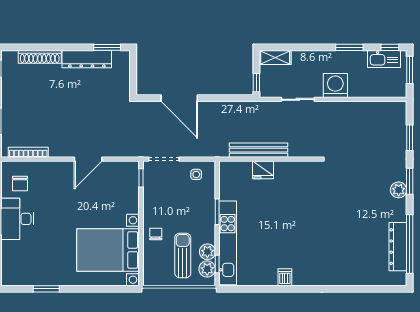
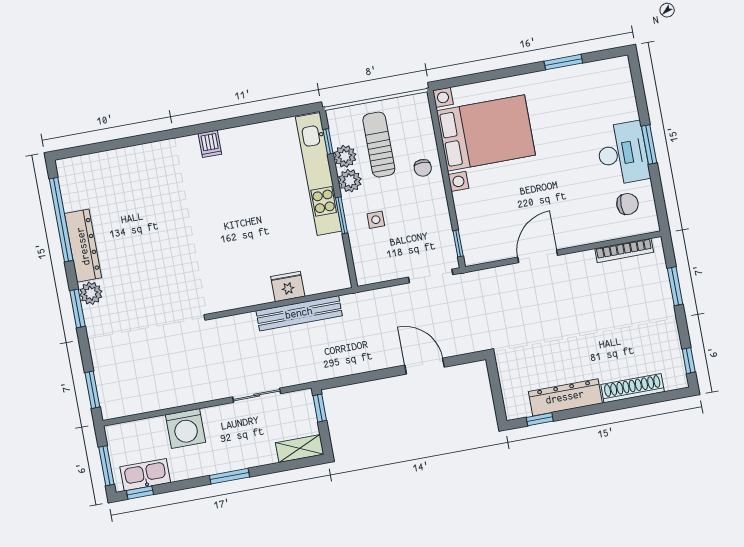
window: (107, 47) -> (540, 419), width x0.67
window: (349, 47) -> (229, 476), moved
washing machine: (335, 85) -> (186, 428), moved
door: (179, 98) -> (425, 366), width x0.73
window: (410, 138) -> (92, 390), moved
side table: (196, 174) -> (376, 220), moved
chair: (20, 184) -> (627, 204), turned 90
dresser: (398, 247) -> (83, 246), moved
sun lounger: (183, 255) -> (379, 145), turned 180
plant: (207, 269) -> (350, 181), moved
dishwasher: (285, 277) -> (210, 144), moved

